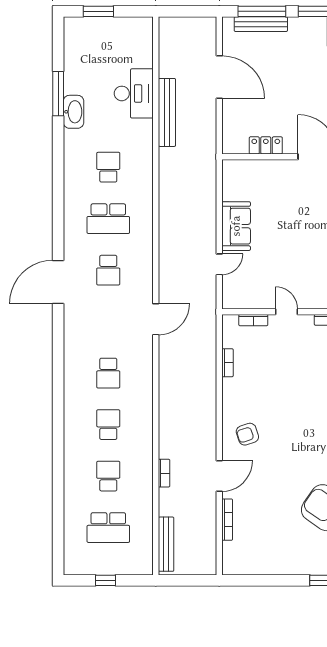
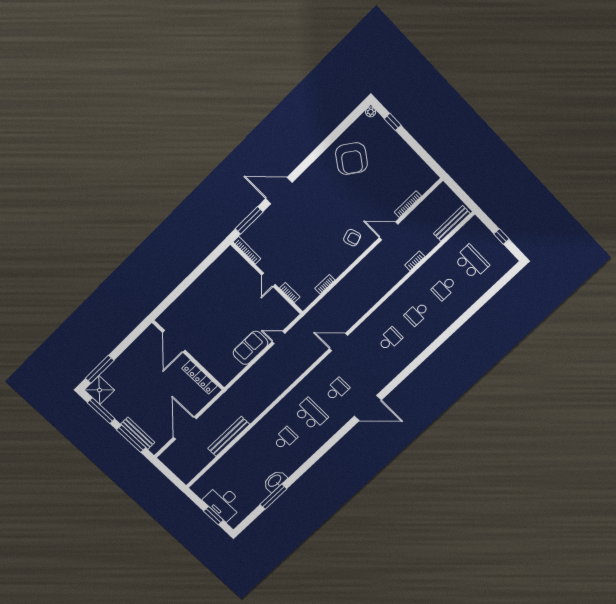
desk: (134, 93) -> (223, 502), moved, turned -90
locker: (266, 145) -> (200, 377), width x1.53
school desk: (108, 167) -> (285, 439), turned 180

